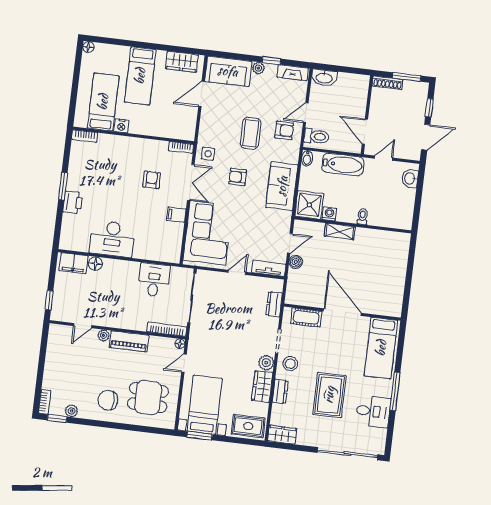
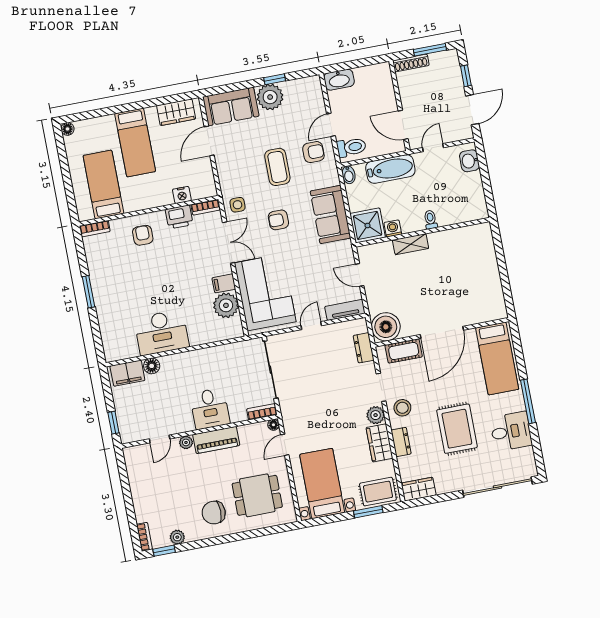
plant: (258, 68) -> (270, 97), width x1.87, depth x1.87
fireplace: (293, 73) -> (302, 85), removed
nightstand: (121, 126) -> (182, 195), moved
armchair: (152, 180) -> (143, 235), moved
printer: (73, 202) -> (179, 217), moved, turned 90
plant: (172, 233) -> (226, 305), added
door: (290, 243) -> (360, 275), swing flipped
boiler: (296, 262) -> (386, 327), moved, width x1.86, depth x1.86
desk: (154, 280) -> (210, 409), moved, turned 180
door: (342, 312) -> (442, 332), swing flipped
bookcase: (167, 329) -> (262, 412), width x0.64
window: (200, 436) -> (368, 512), moved

